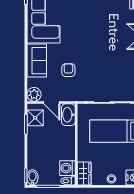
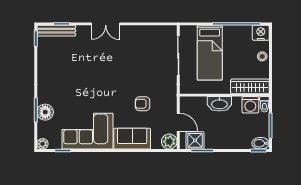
door: (52, 103) -> (178, 122), hinge flipped
washbasin: (68, 115) -> (219, 104), moved
wardrobe: (84, 174) -> (250, 86), width x1.50

